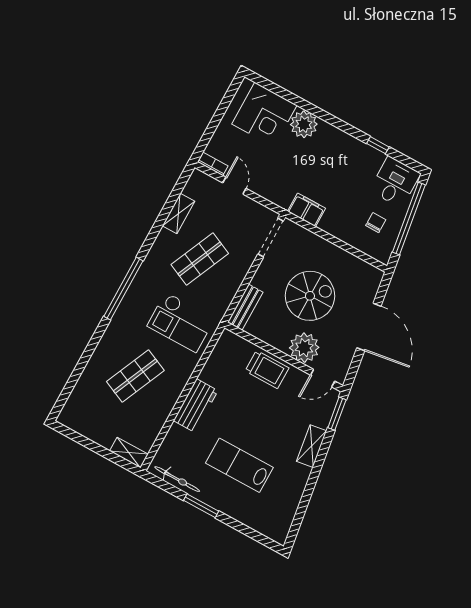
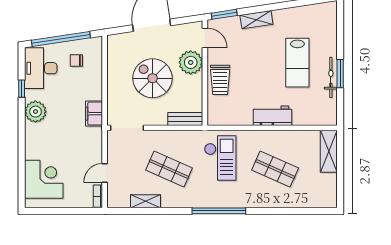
plant: (304, 124) -> (35, 112), moved
desk: (395, 182) -> (41, 68), width x1.37
trolley: (267, 369) -> (220, 80), turned 180
shelving: (129, 453) -> (329, 151), width x1.50, depth x1.33
bicycle: (177, 479) -> (331, 77), moved

